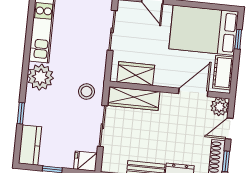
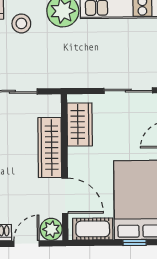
stool: (86, 92) -> (21, 23), moved
wardrobe: (134, 99) -> (50, 148), moved
door: (229, 129) -> (27, 244), hinge flipped

